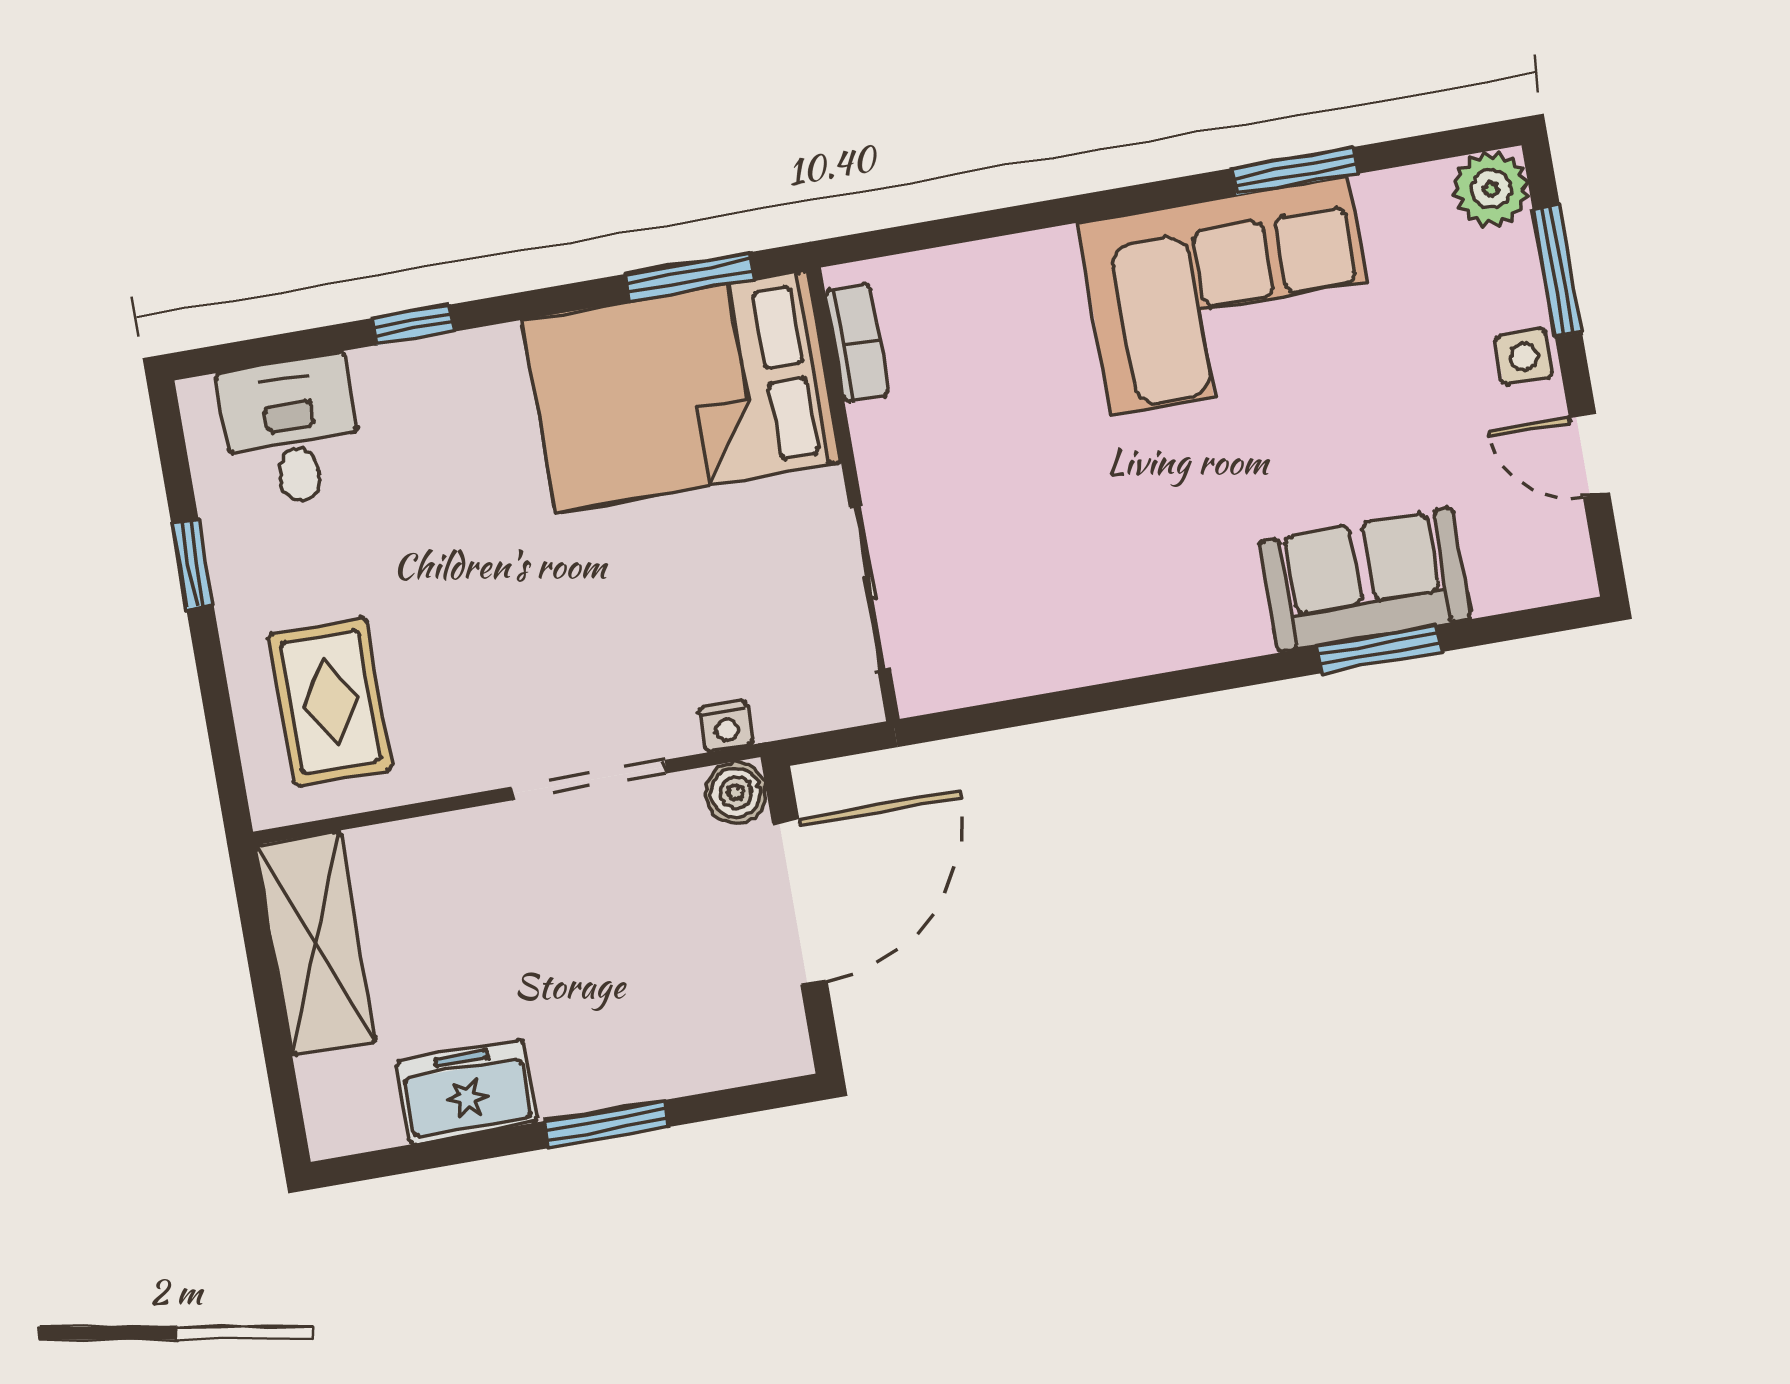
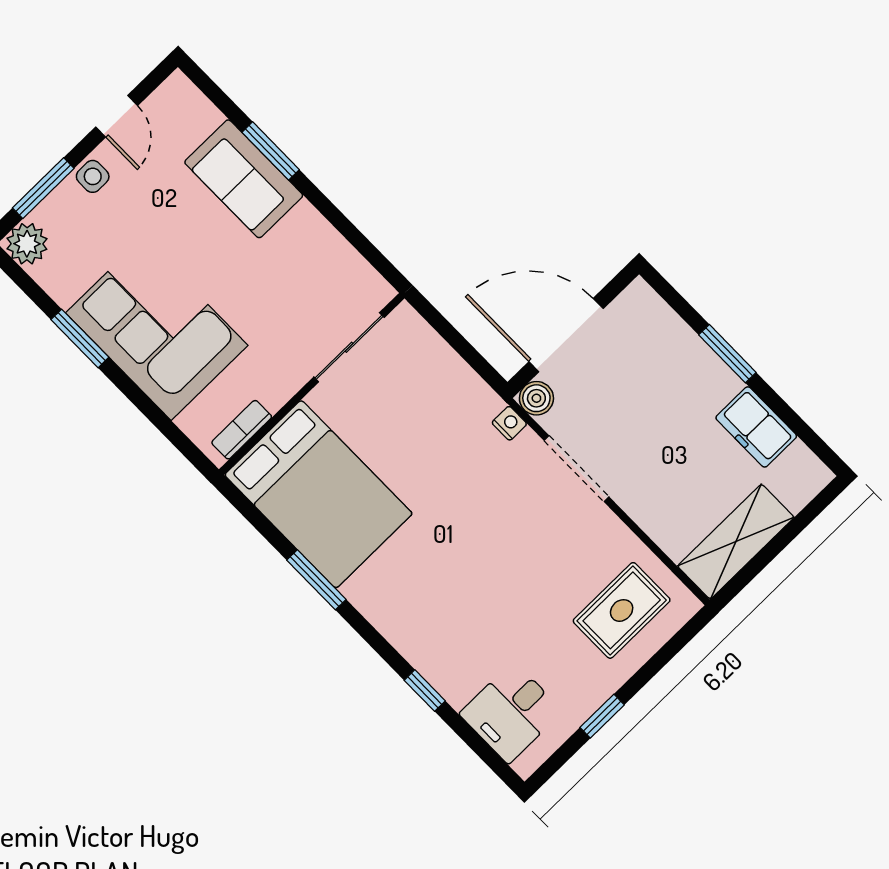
bookcase: (857, 343) -> (242, 430), moved
bed: (681, 391) -> (318, 494), moved
wall: (854, 494) -> (312, 384), moved
sliding door: (870, 588) -> (349, 347), moved

